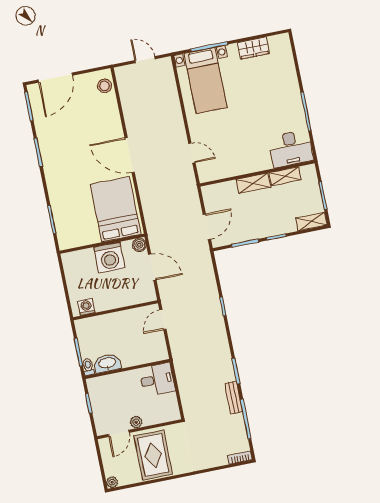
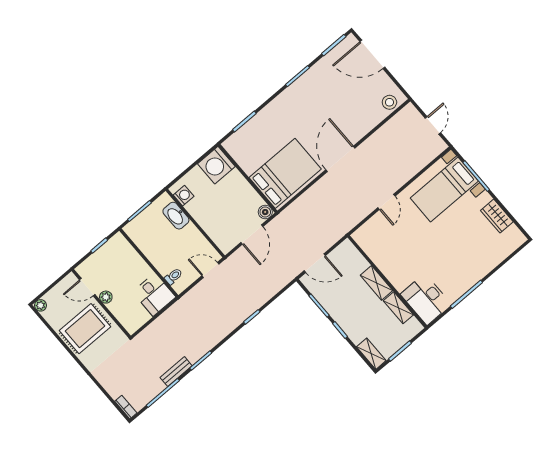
door: (192, 153) -> (386, 202), moved
washing machine: (110, 257) -> (216, 165), moved
washbasin: (107, 363) -> (176, 216), moved, turned 180
toilet: (88, 367) -> (173, 276), moved

